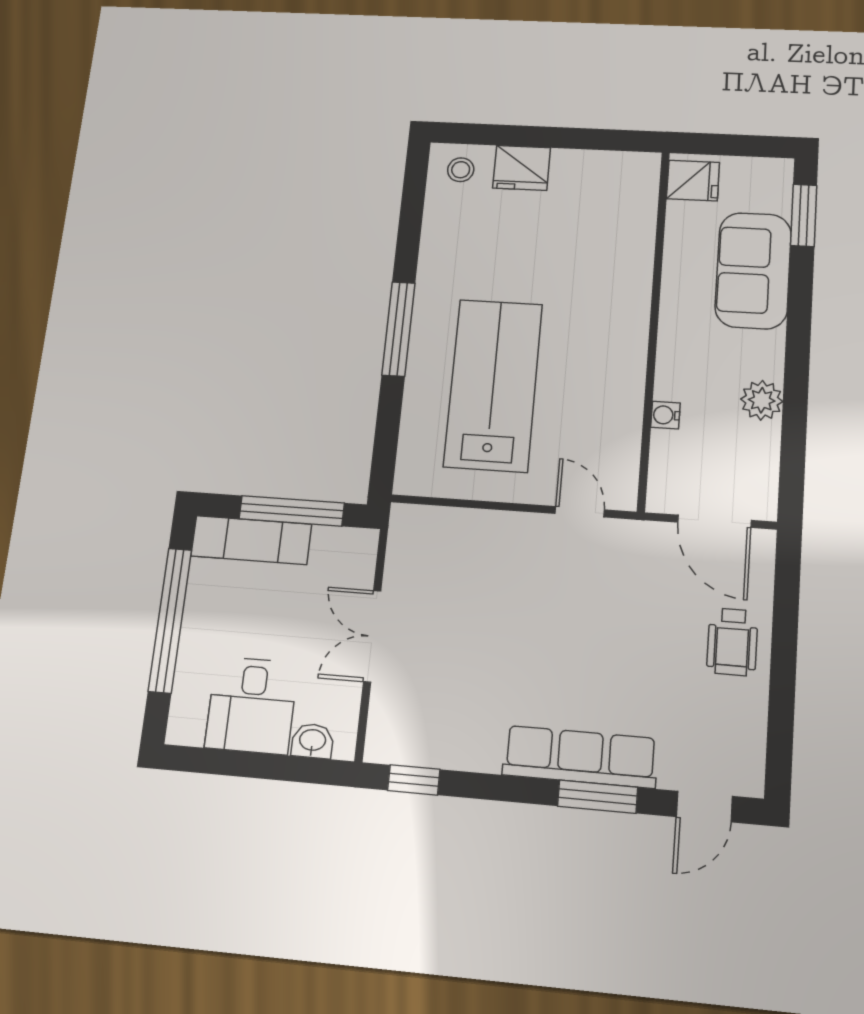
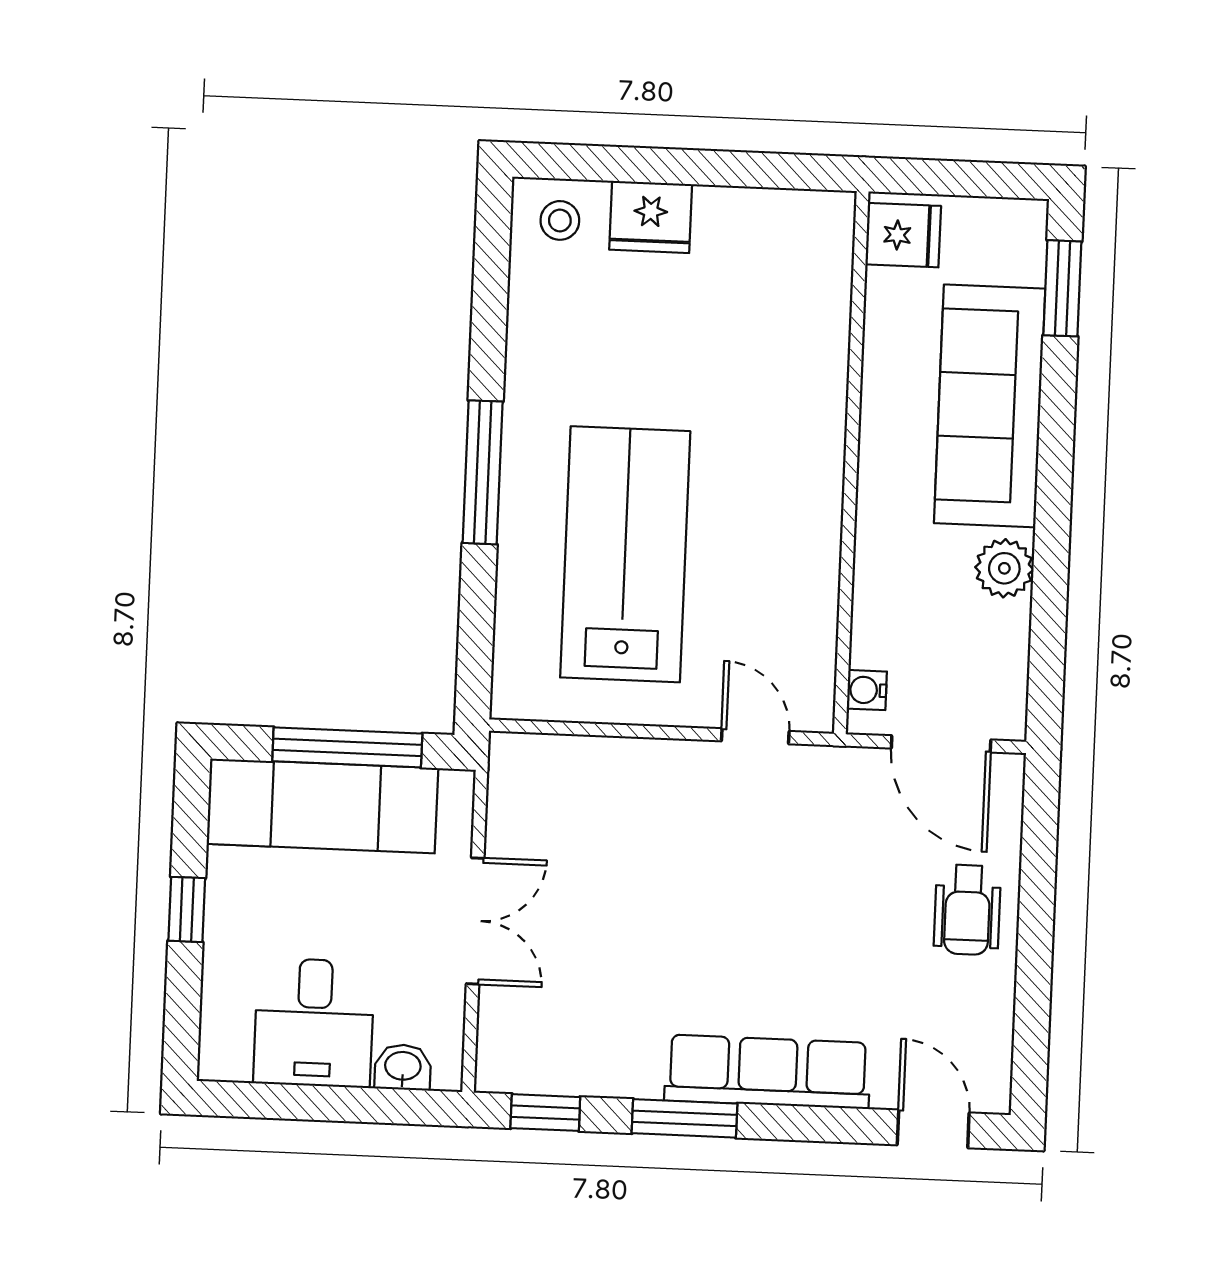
sofa: (753, 270) -> (990, 406), width x1.36
water cooler: (665, 415) -> (867, 690), moved
exam couch: (251, 540) -> (322, 806), width x1.36, depth x1.45
window: (170, 620) -> (187, 909), width x0.32
double door: (372, 636) -> (475, 921), swing flipped
window: (598, 797) -> (684, 1118), moved
door: (704, 807) -> (933, 1129), swing flipped

